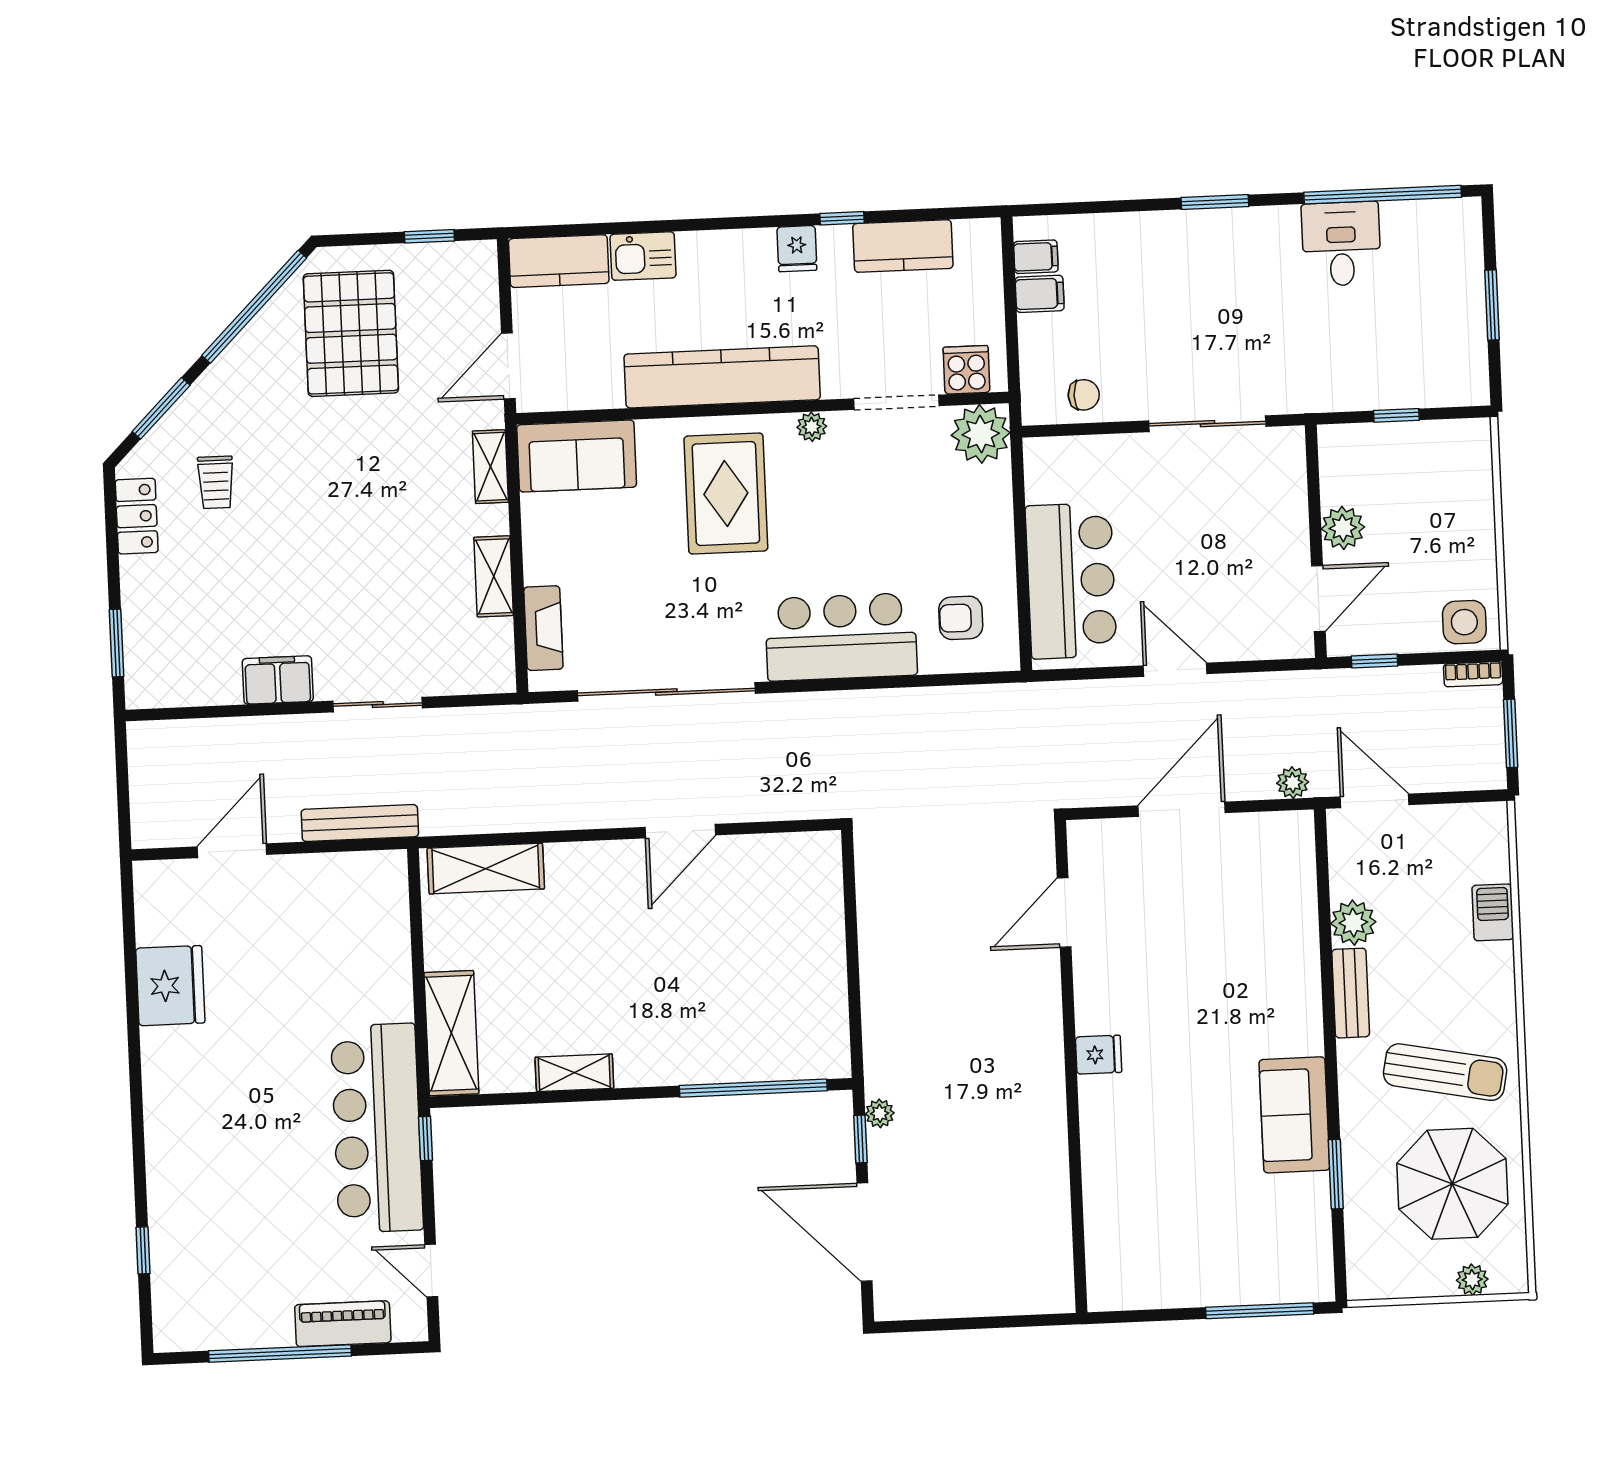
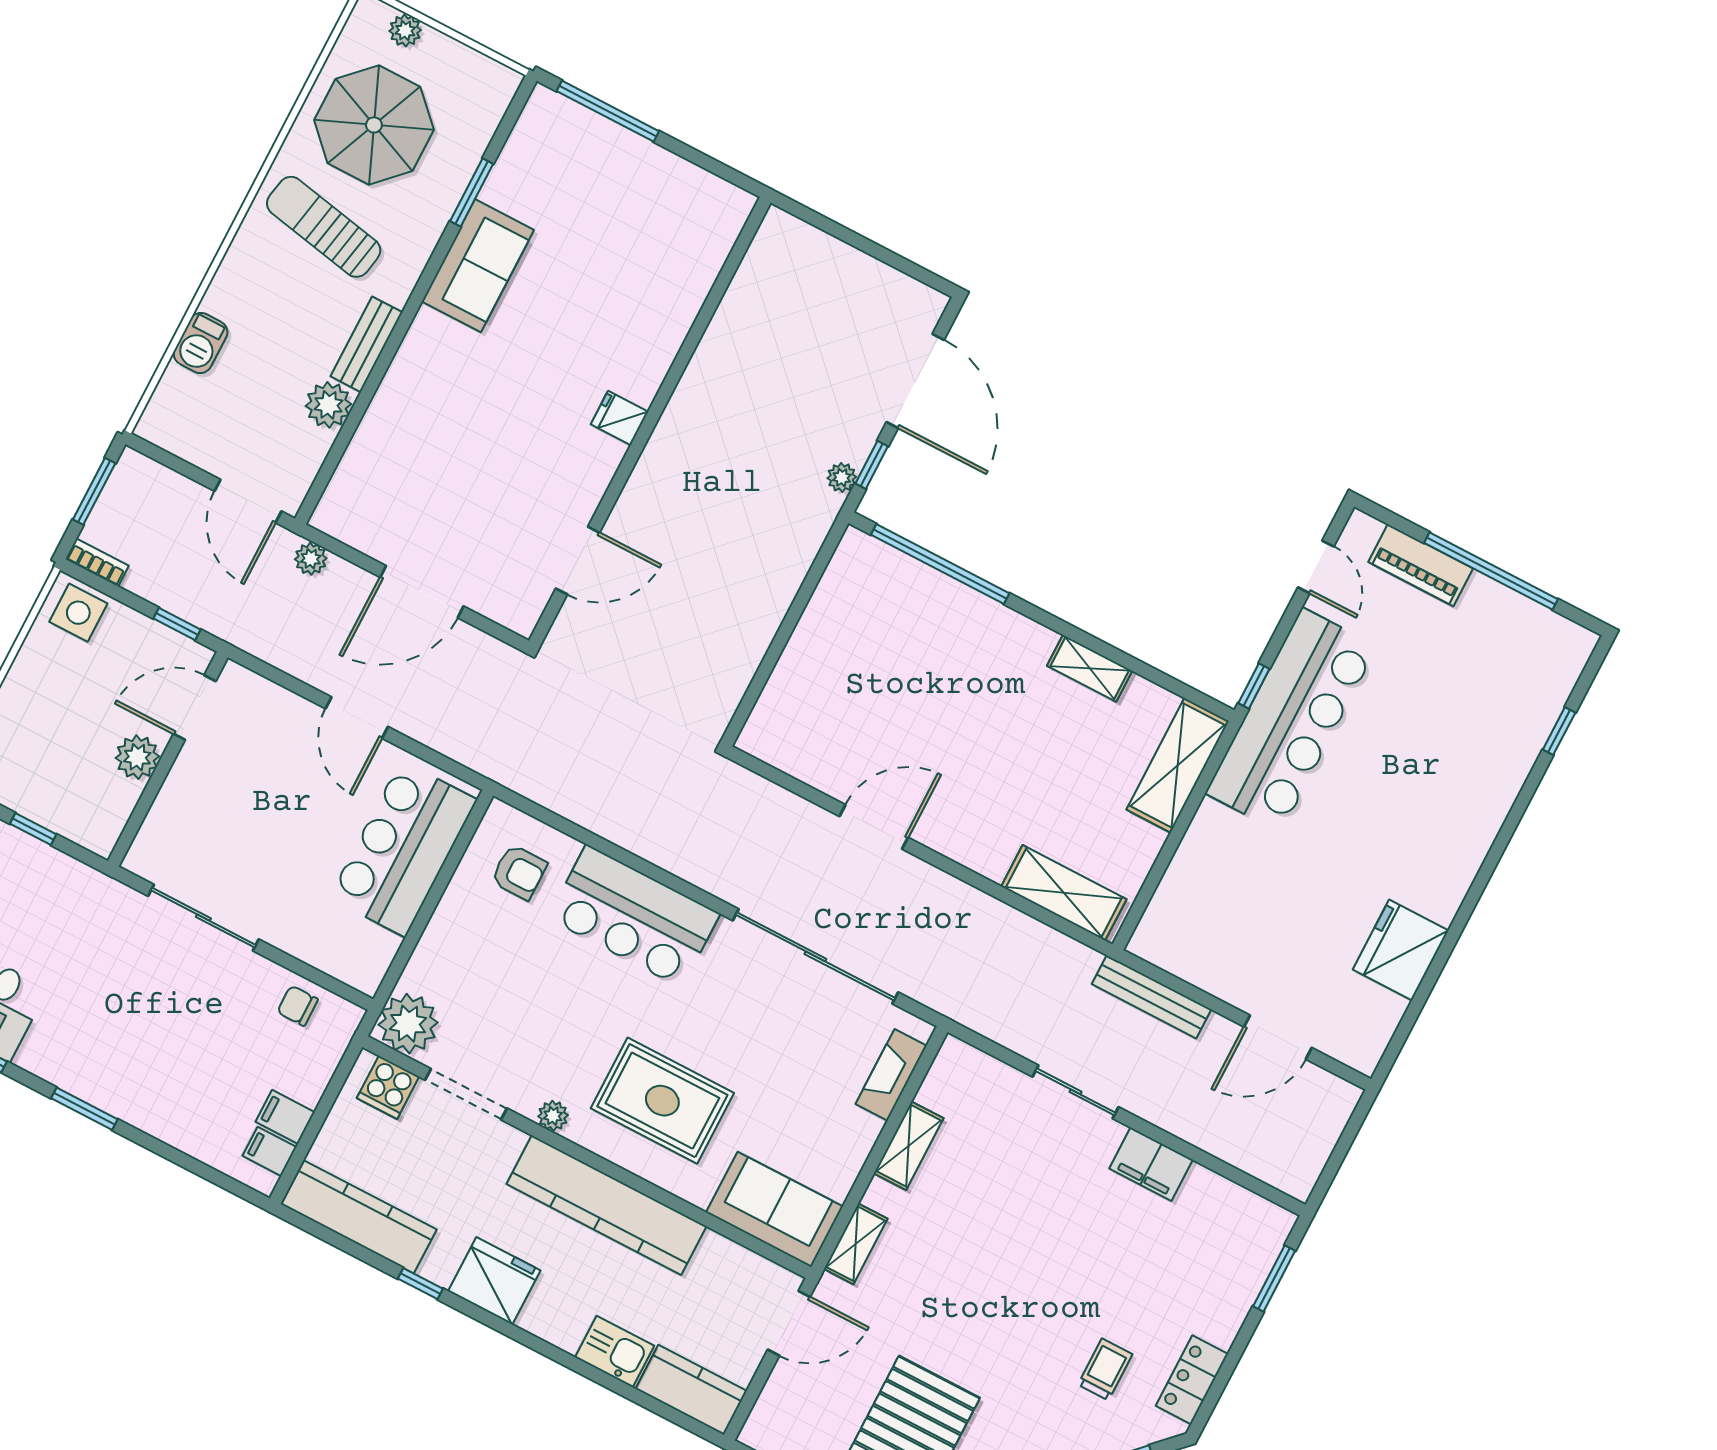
kitchen counter: (903, 246) -> (359, 1217), width x1.50
fridge: (797, 249) -> (494, 1281), width x1.88, depth x1.34
rug: (726, 494) -> (662, 1101), turned 90

